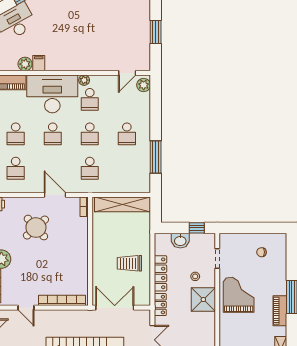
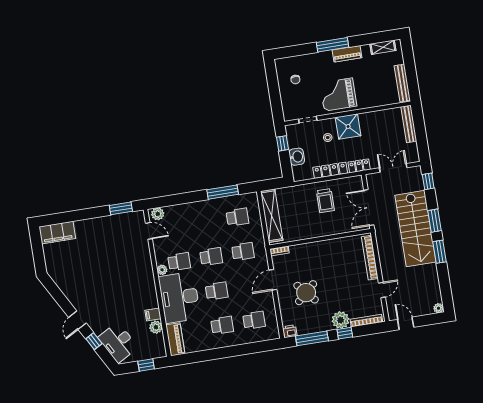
window: (156, 32) -> (121, 208), moved
school desk: (127, 134) -> (237, 217), moved

